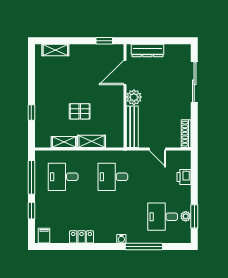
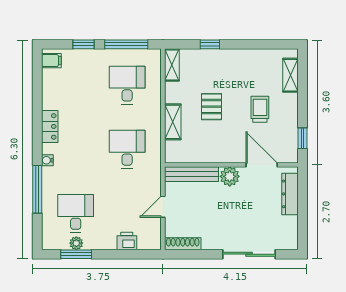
trolley: (82, 74) -> (260, 109), added
shelving: (64, 142) -> (172, 65), moved
locker: (82, 237) -> (50, 126), moved

